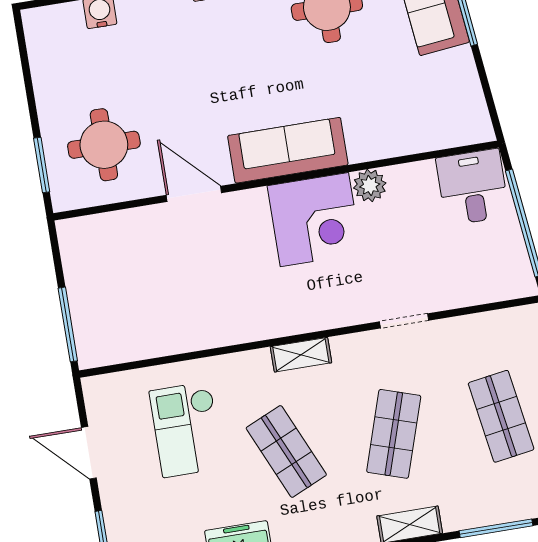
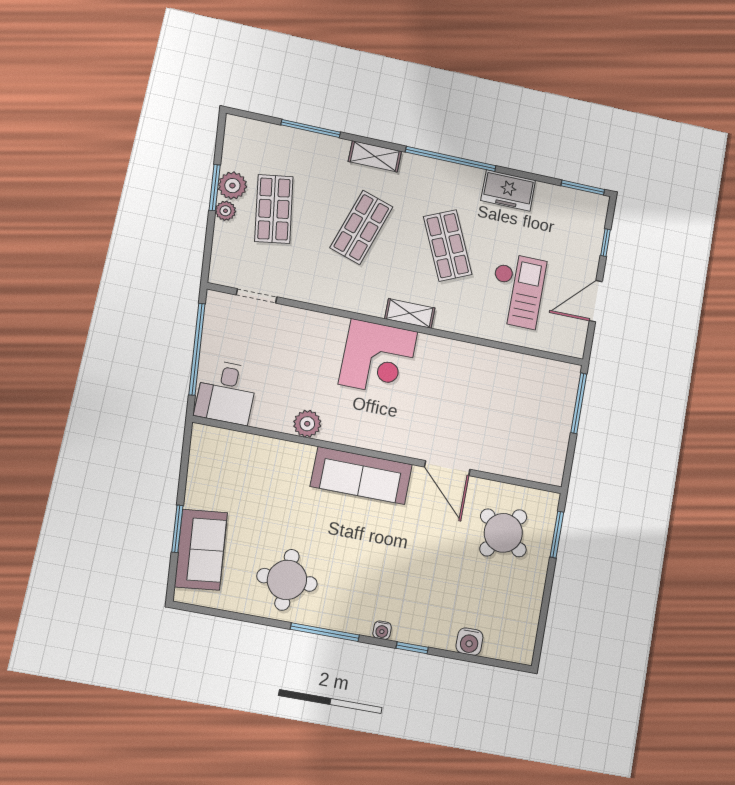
round table: (104, 145) -> (503, 533), turned 36
corner desk: (314, 220) -> (378, 358), moved, turned 180
doorway: (404, 321) -> (256, 296), moved
door: (89, 453) -> (596, 301), swing flipped

